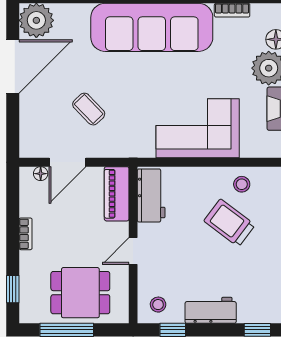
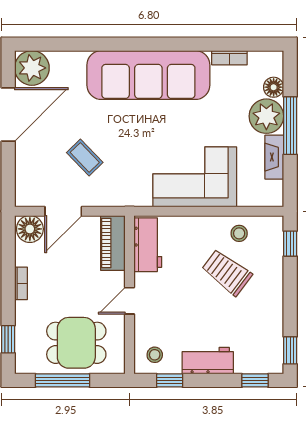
floor lamp: (41, 174) -> (30, 229), width x1.89, depth x1.89

